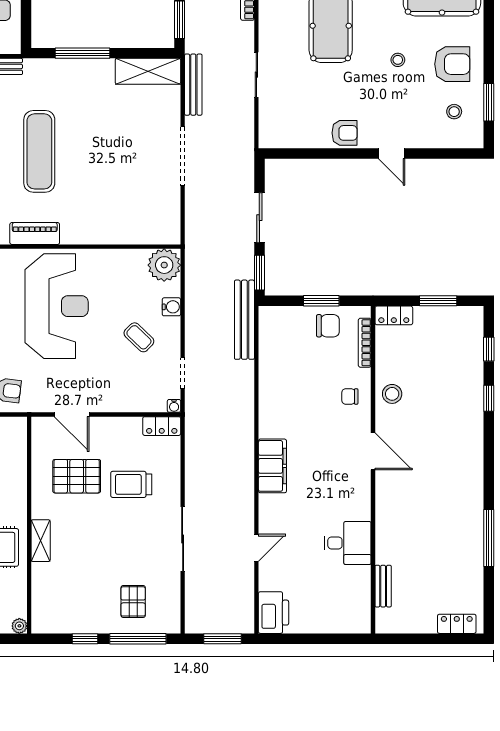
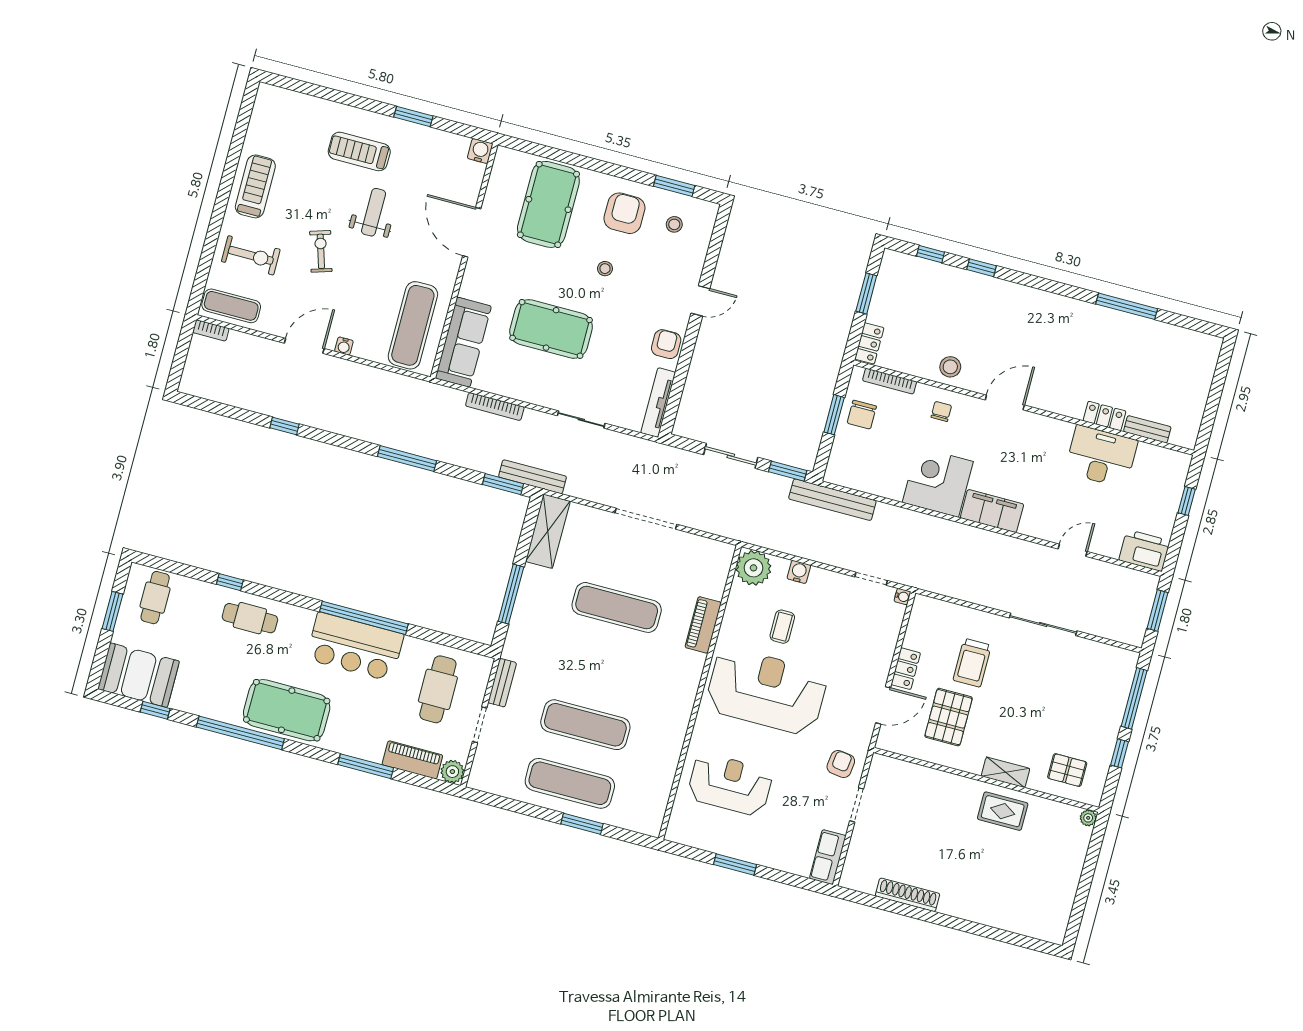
bench: (193, 85) -> (533, 477), moved
tv unit: (290, 140) -> (658, 403), added
exercise mat: (39, 151) -> (617, 607), moved
piano: (35, 233) -> (703, 625), moved
chair: (328, 326) -> (862, 415), turned 180
coffee table: (139, 337) -> (782, 627), moved, turned -44
chair: (350, 396) -> (941, 411), turned 180
corner desk: (286, 410) -> (938, 482), added
locker: (162, 426) -> (906, 669), moved
desk: (348, 543) -> (1101, 456), width x1.37
door: (256, 548) -> (1073, 550), hinge flipped
pallet: (133, 601) -> (1067, 770), moved
locker: (457, 624) -> (1104, 416), moved, turned 90
window: (328, 639) -> (1187, 501), added

